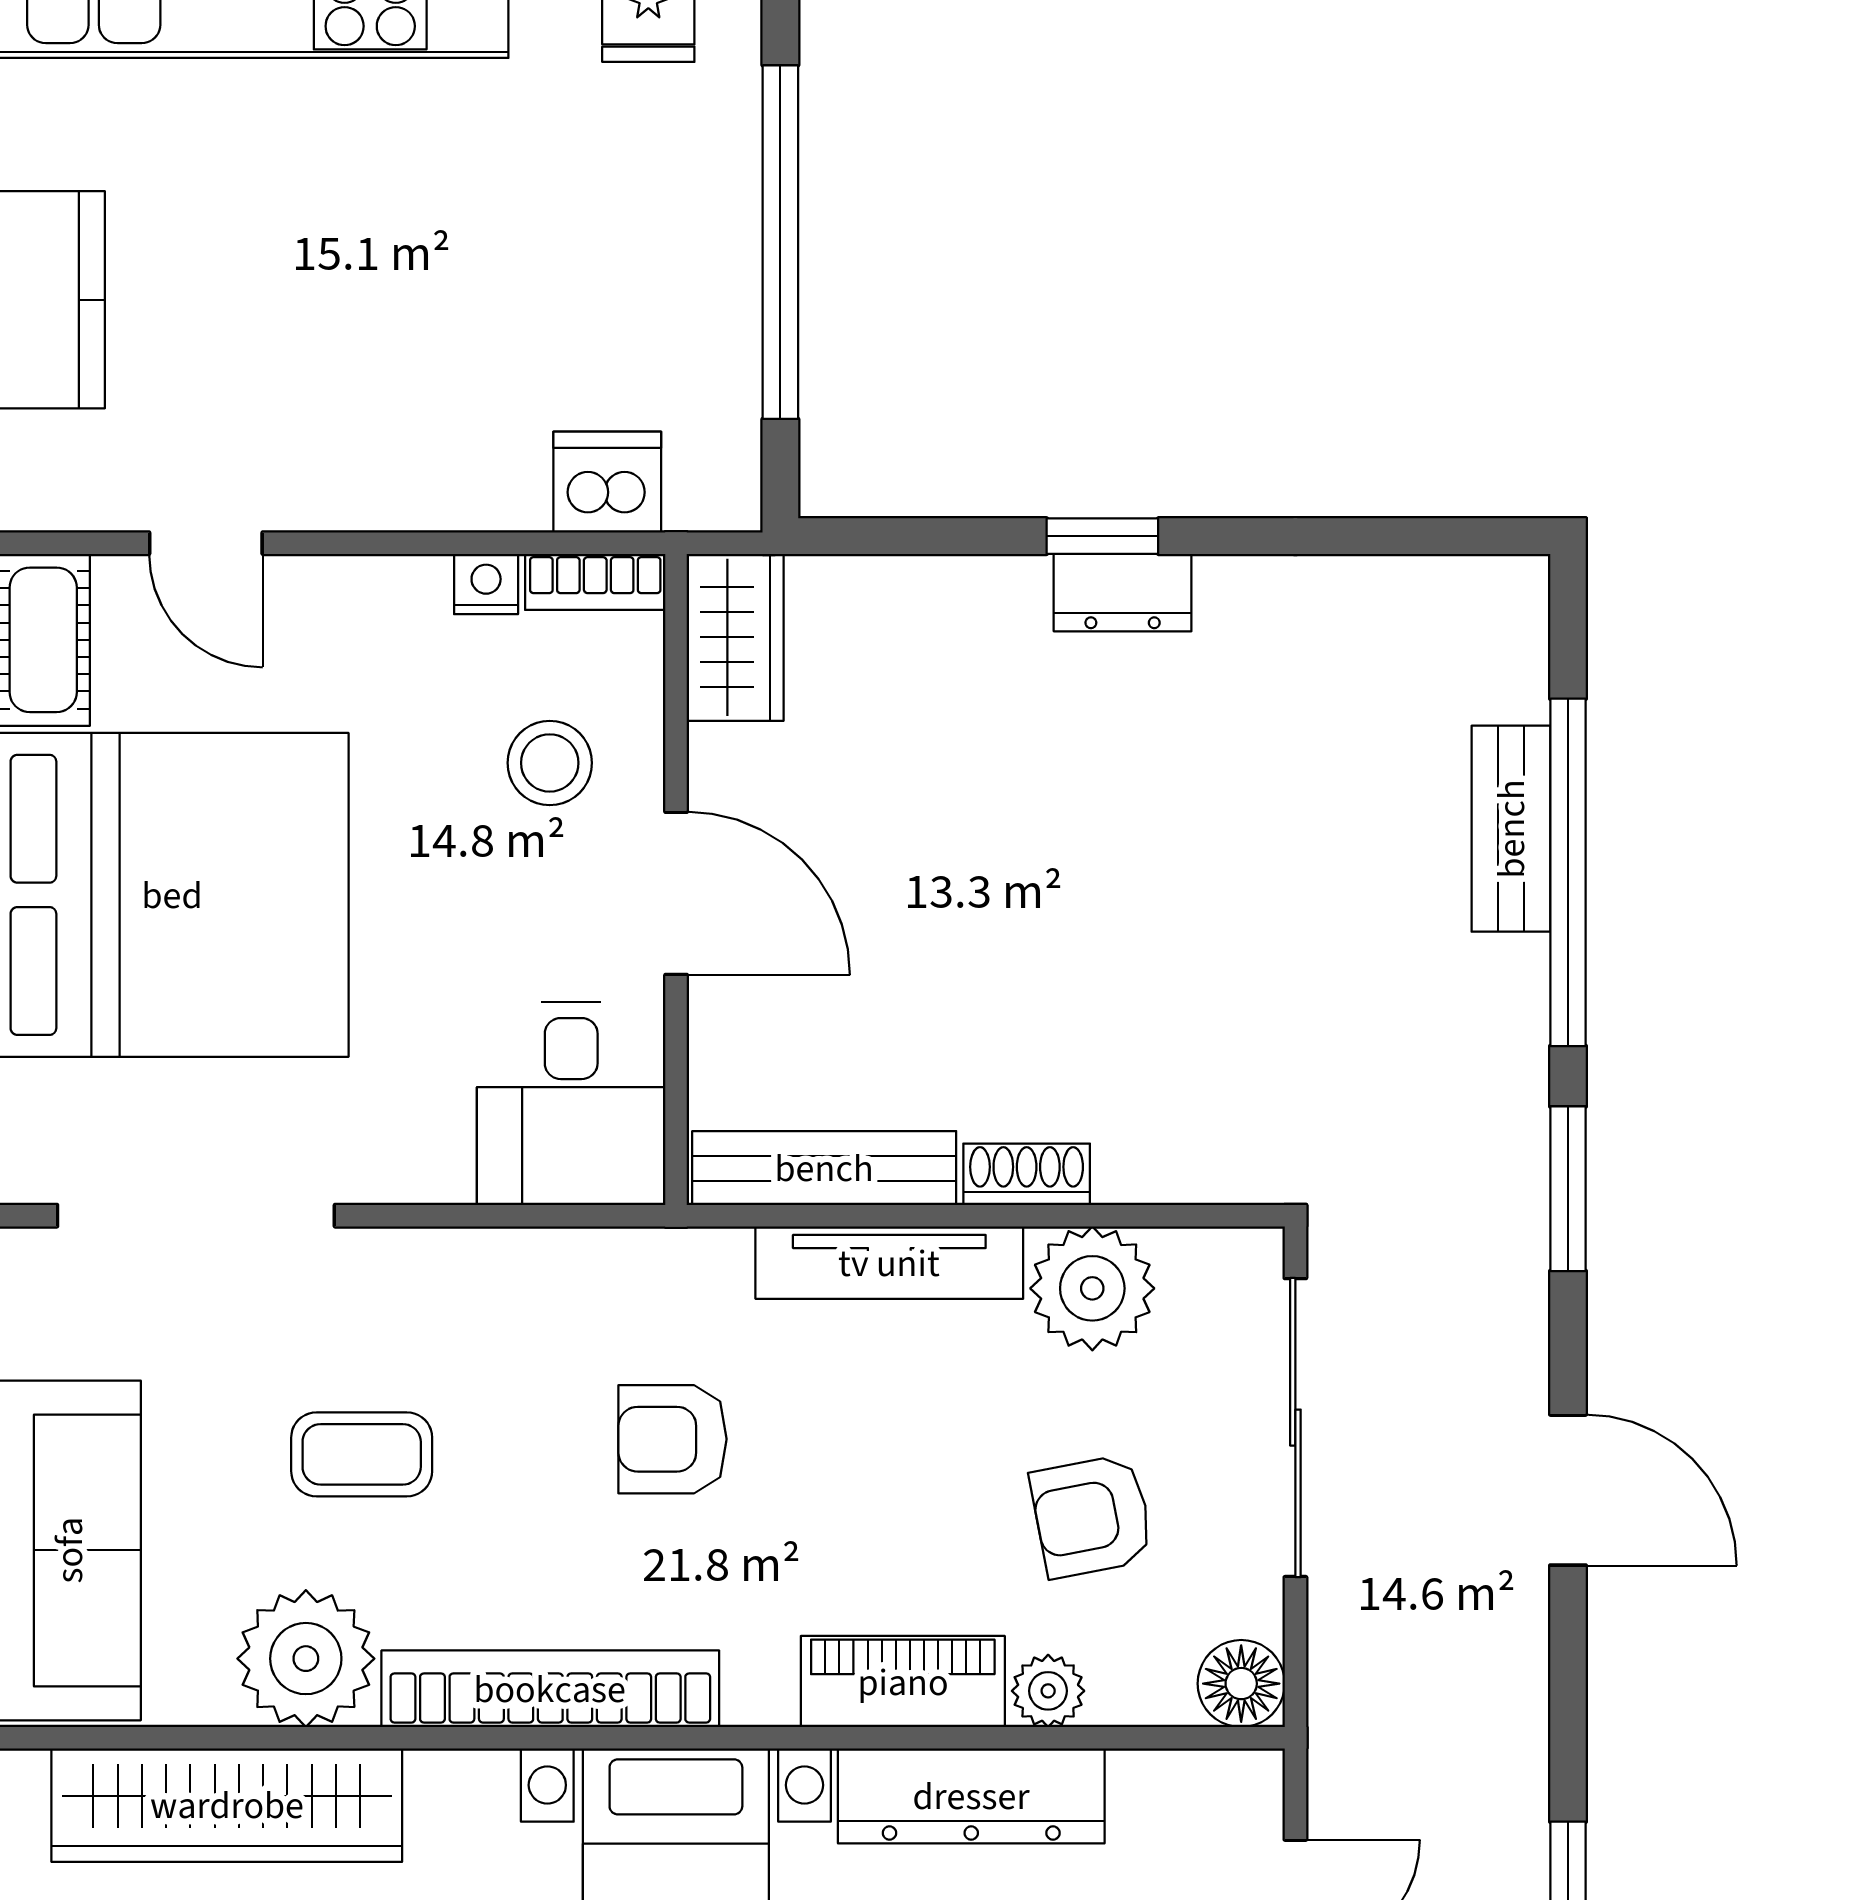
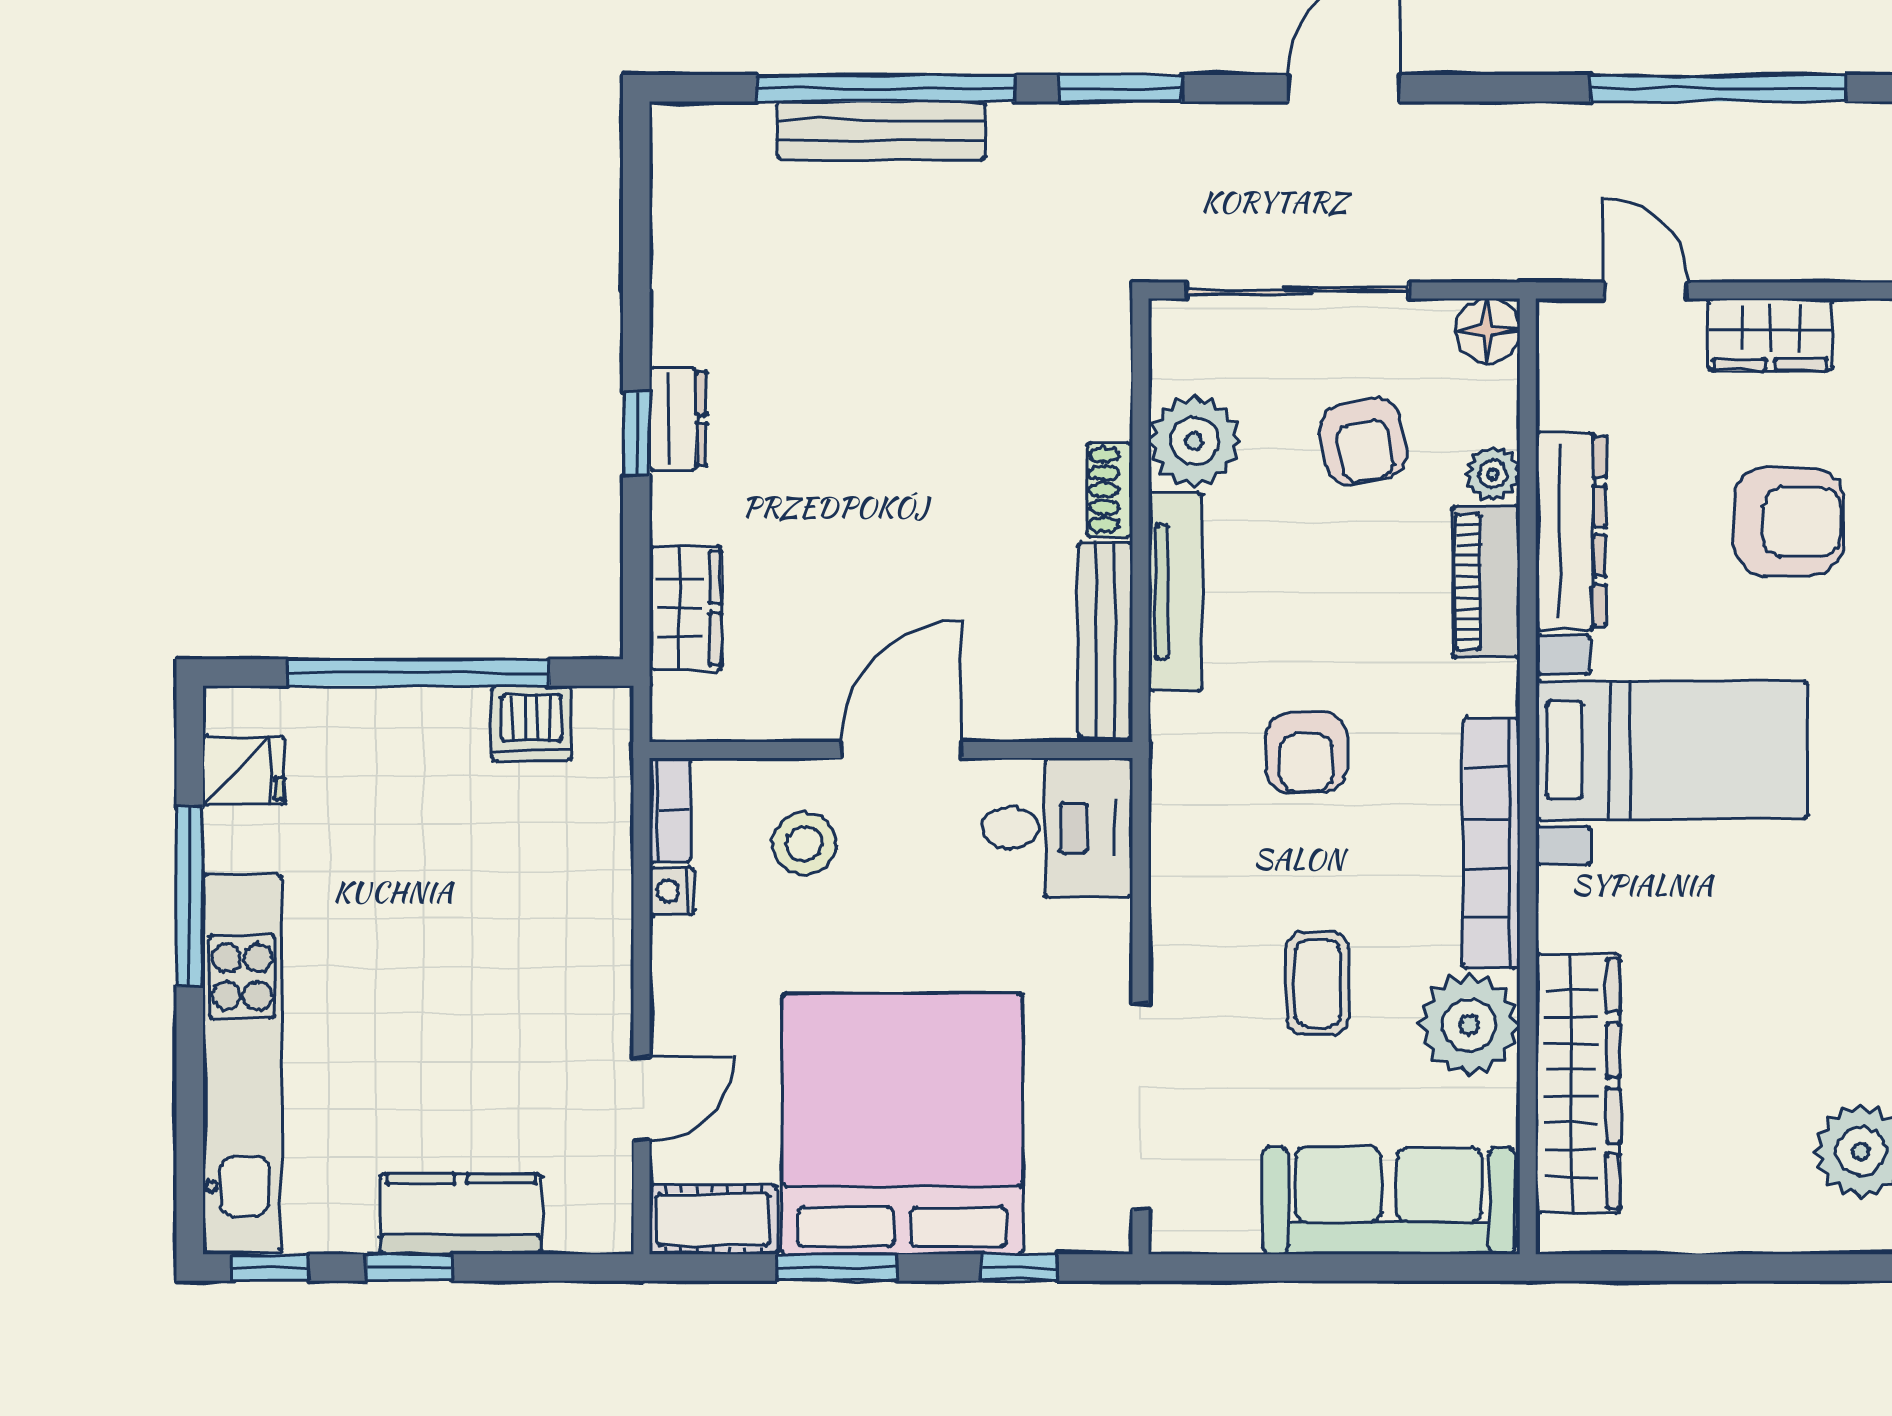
dishwasher: (607, 482) -> (531, 723), moved, turned -90
wardrobe: (735, 637) -> (685, 608), moved, turned 90
bench: (1511, 829) -> (881, 131), width x1.36

